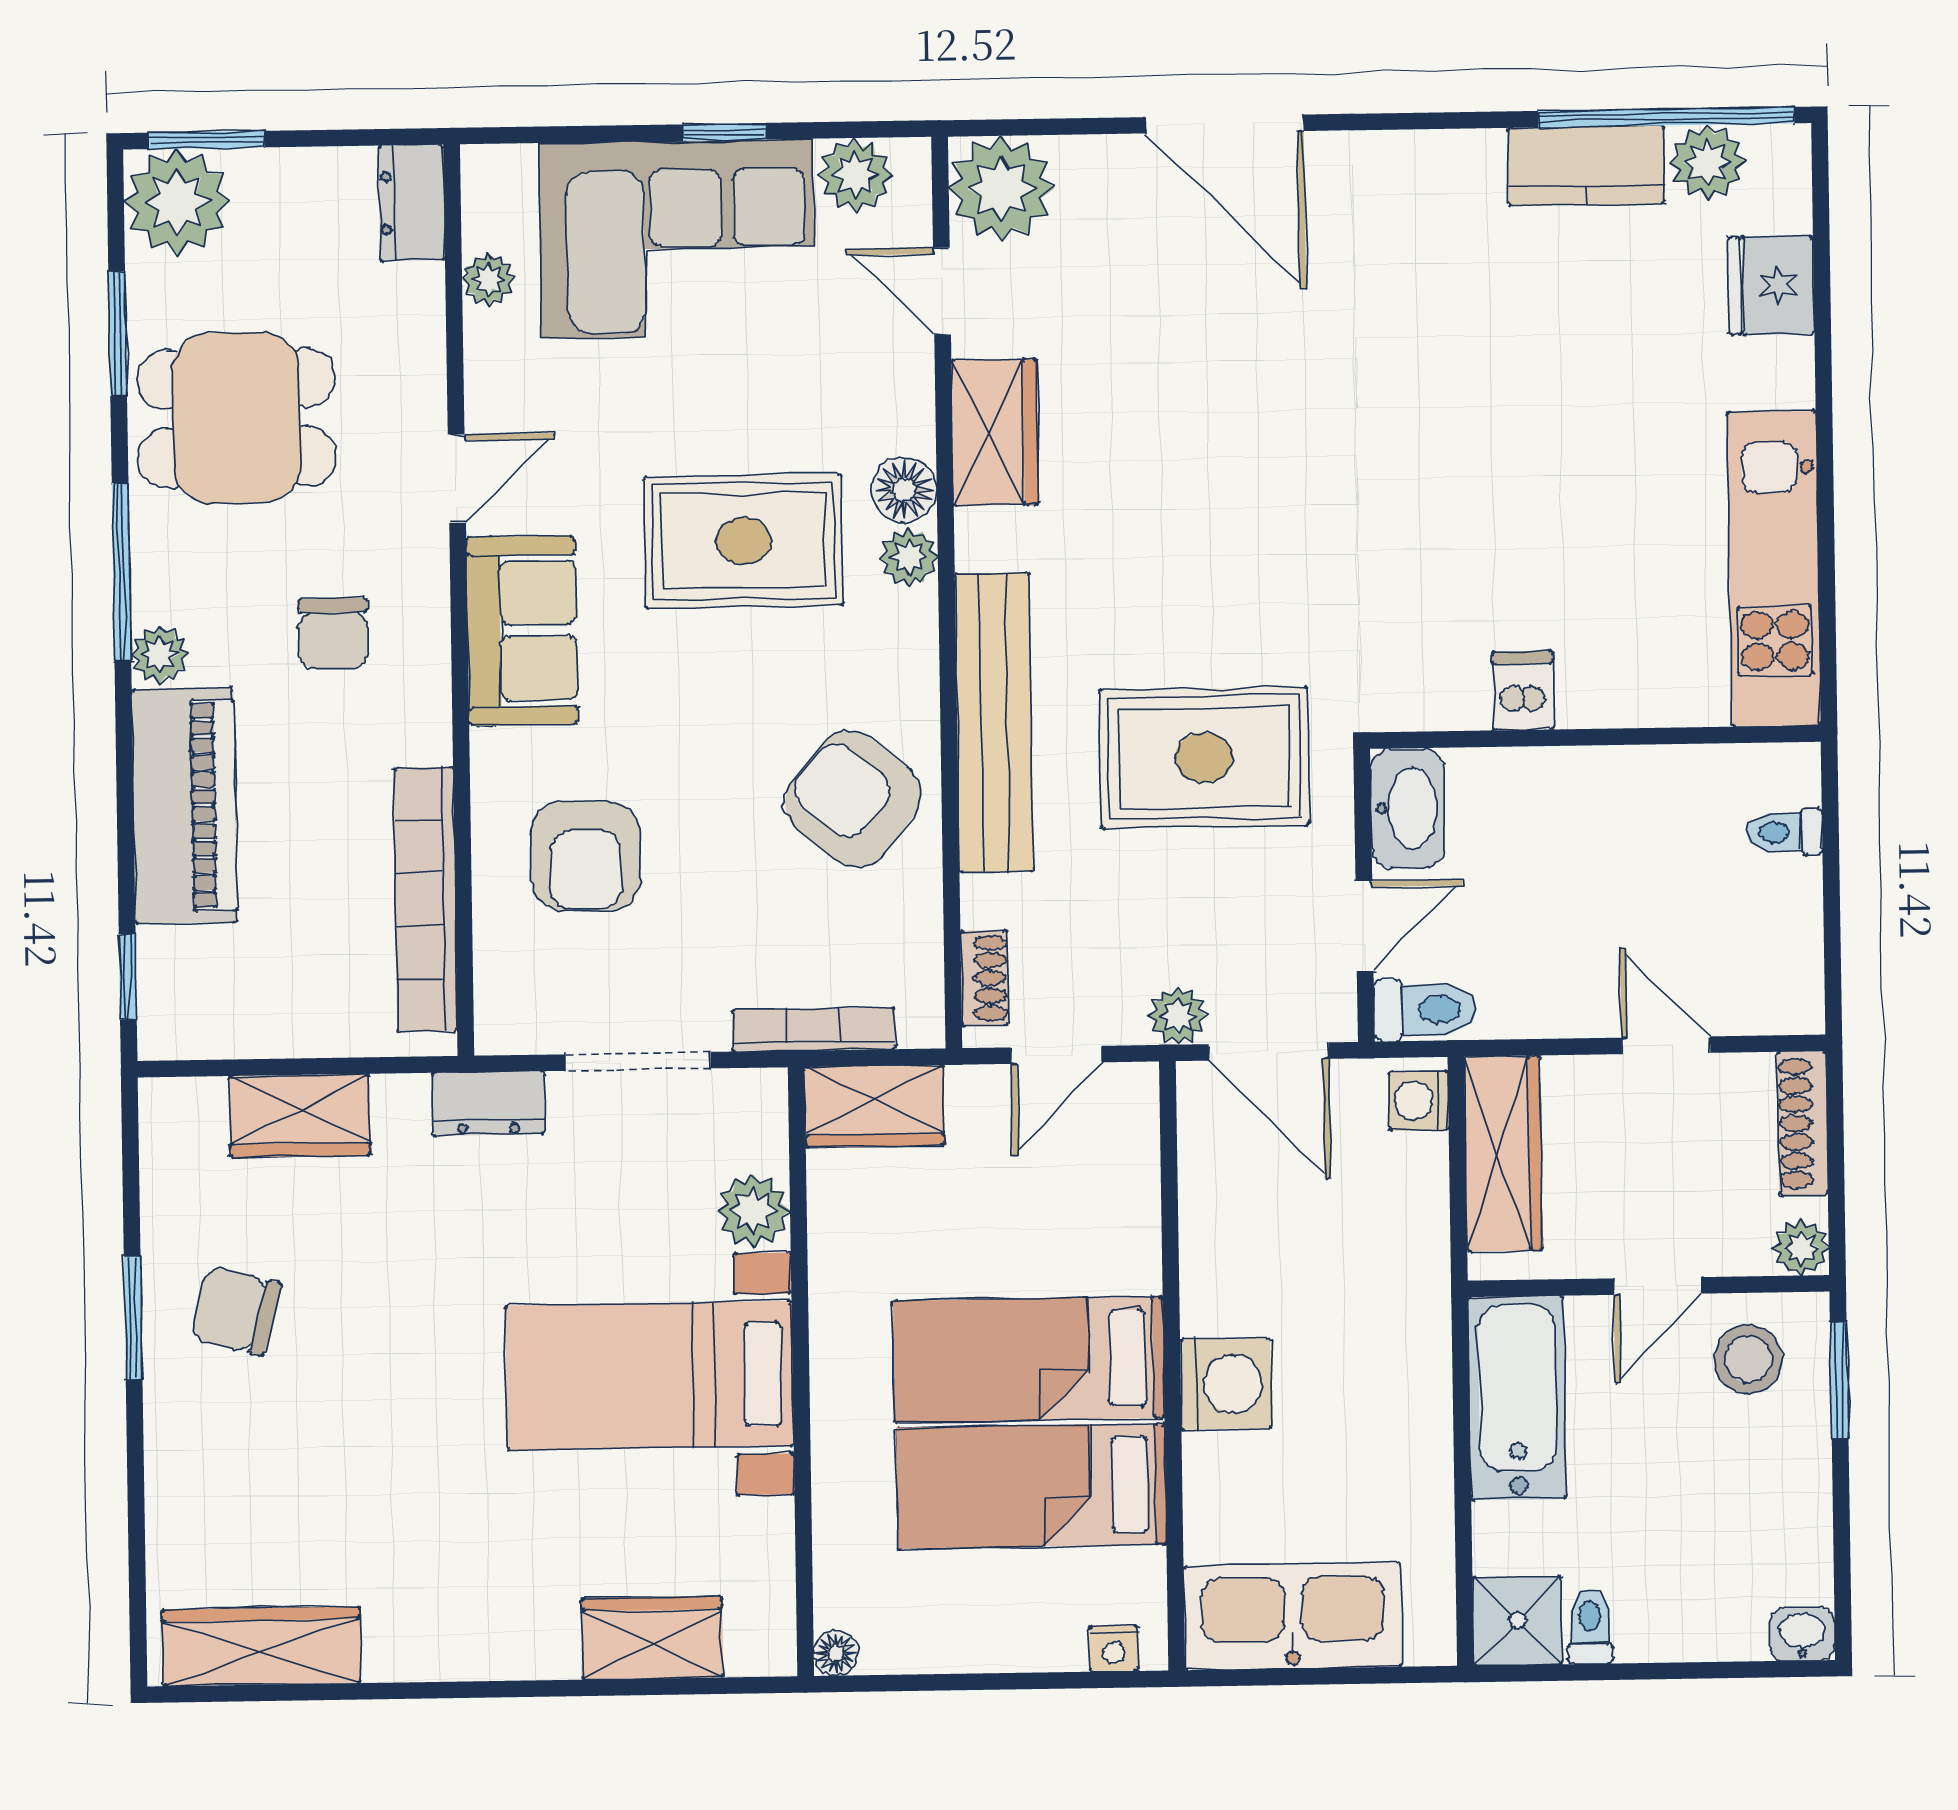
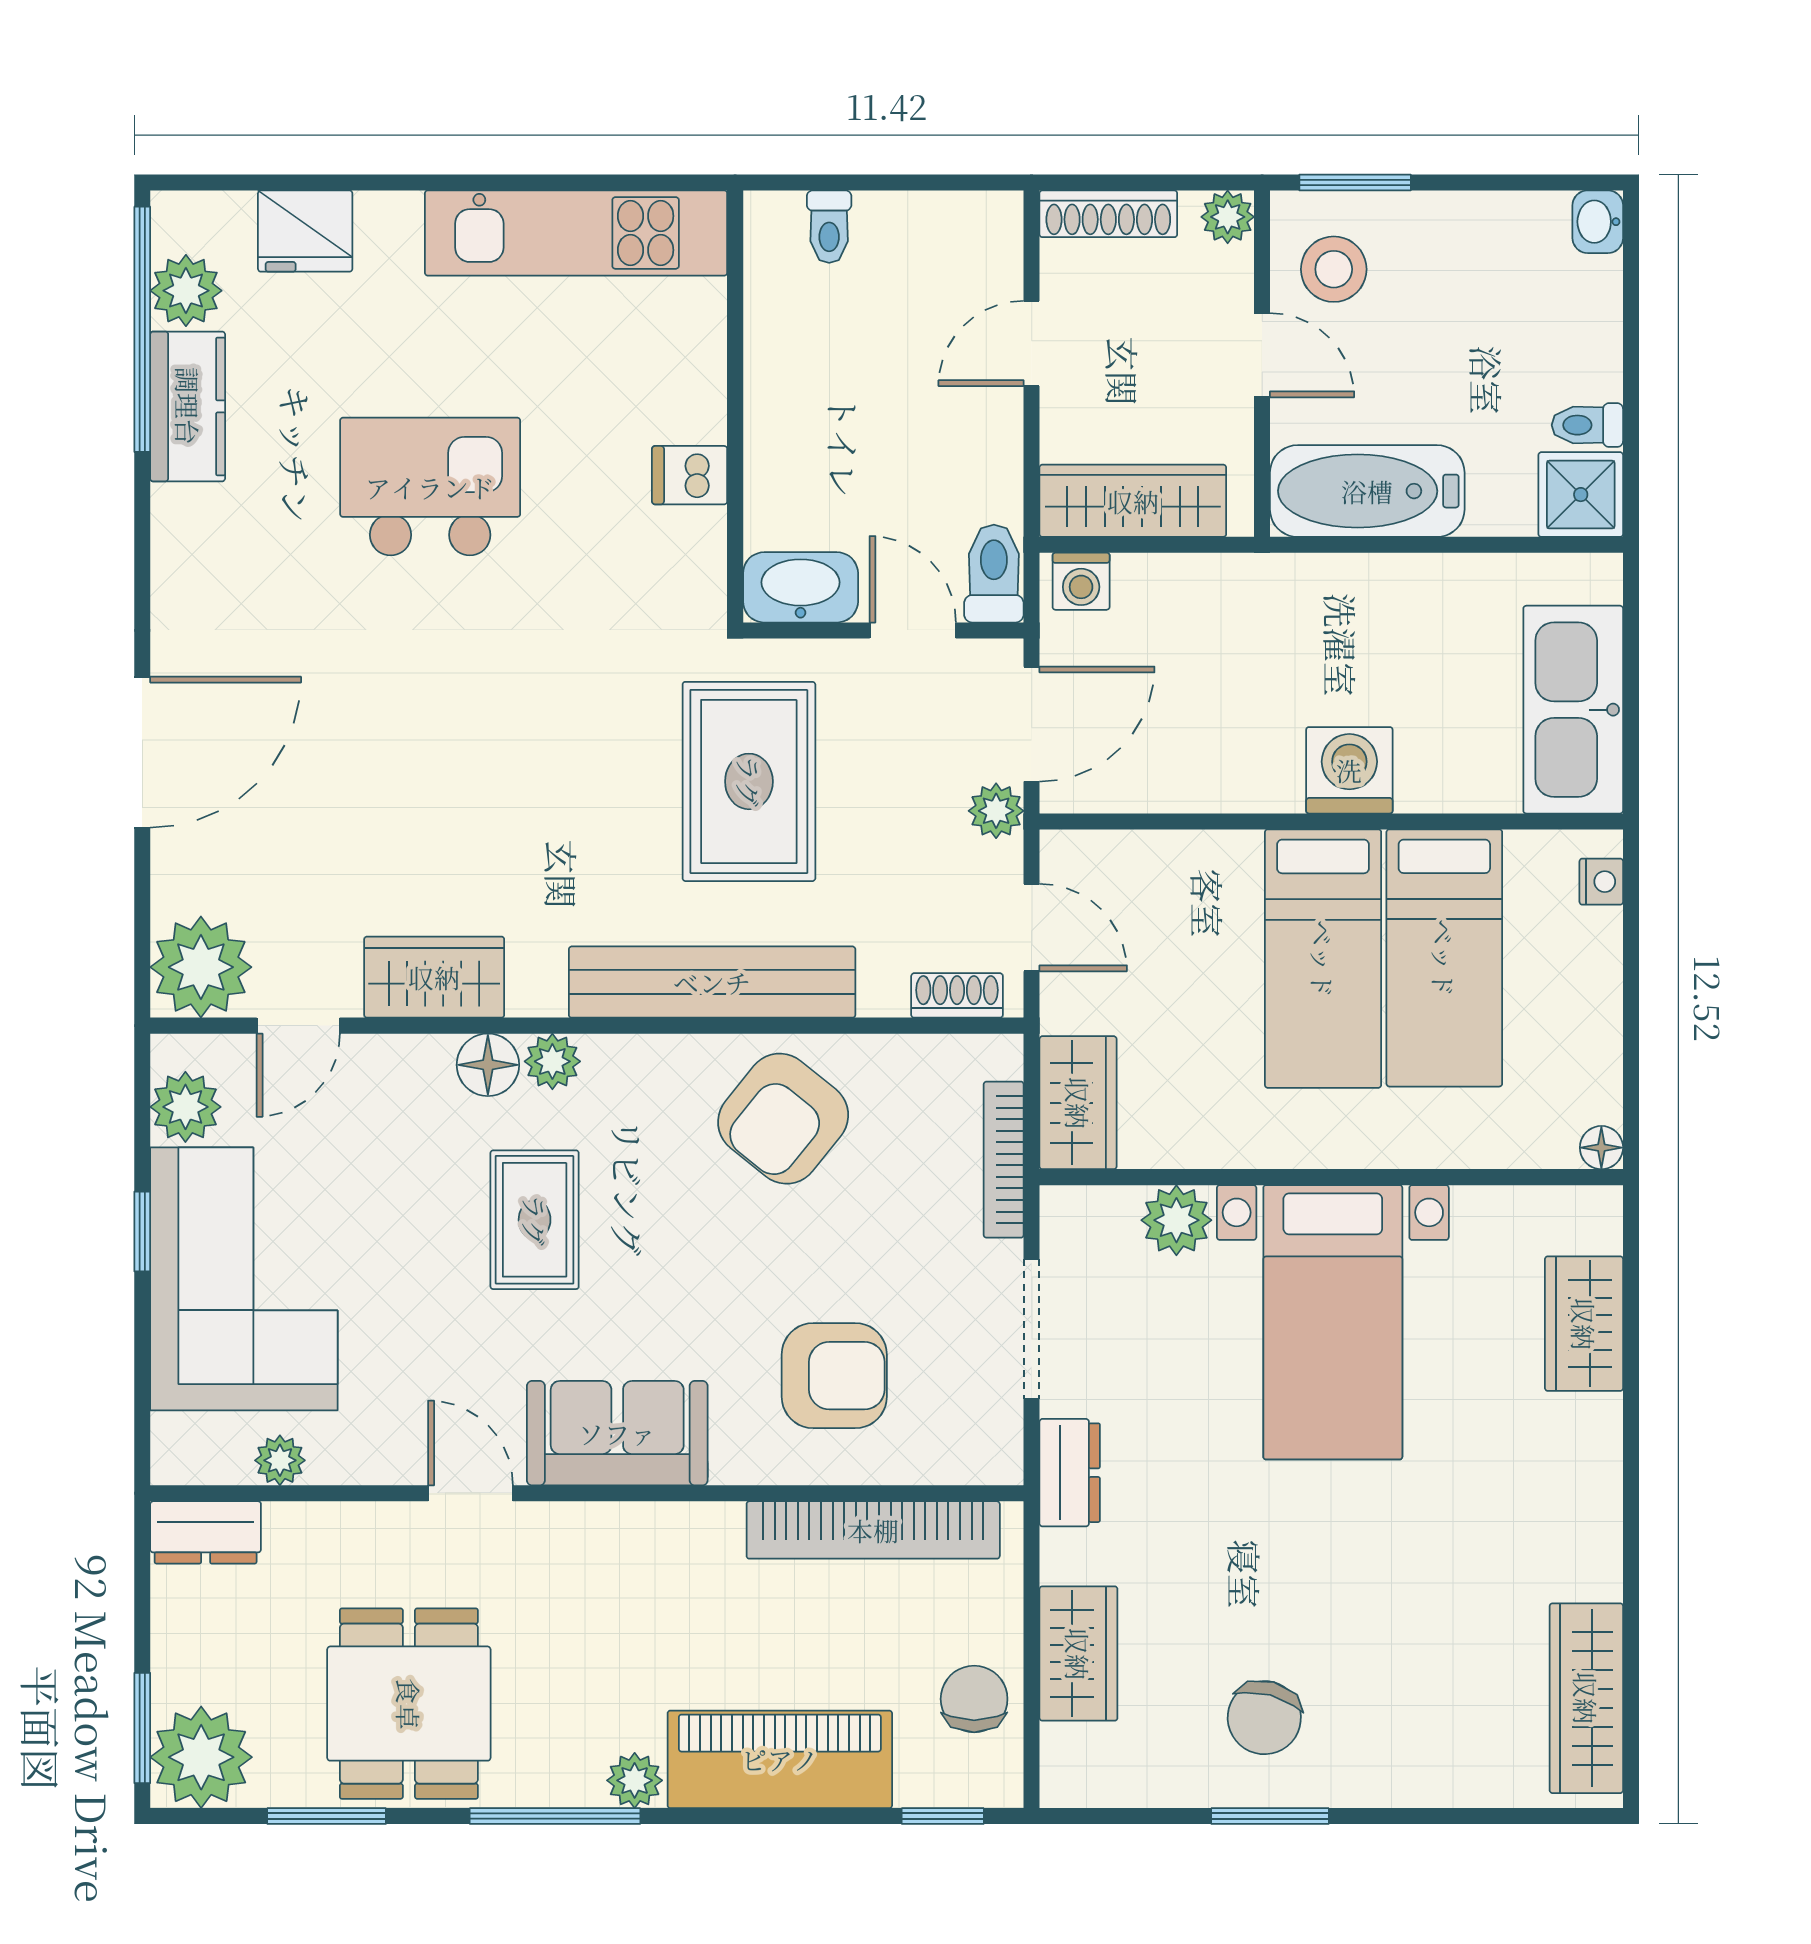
kitchen island: (1507, 420) -> (430, 487), added
rug: (743, 541) -> (535, 1220), width x0.73, depth x0.70
chair: (333, 633) -> (974, 1699), moved, turned -90

